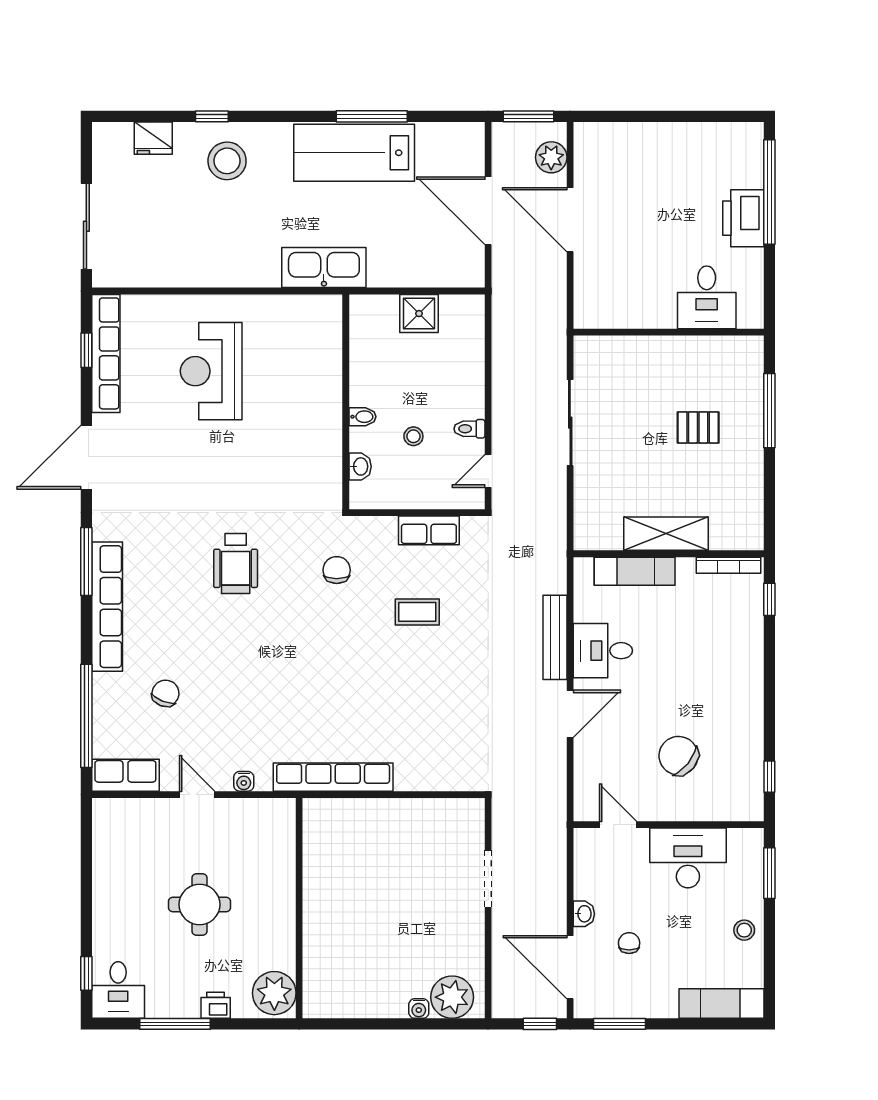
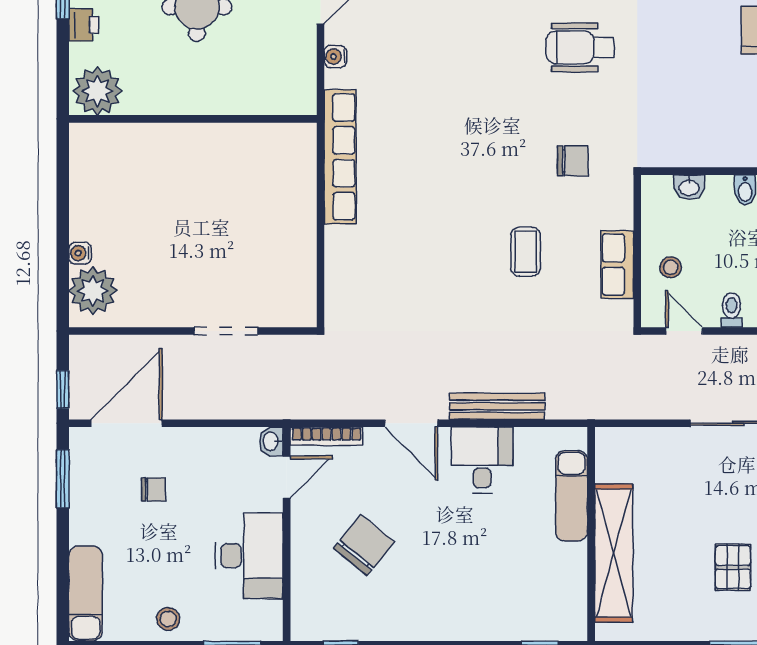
stool: (413, 436) -> (671, 267), moved
shelving: (666, 534) -> (614, 553), width x1.47
bookcase: (729, 565) -> (326, 436), moved, turned -90
washbasin: (584, 914) -> (271, 441), moved, turned 90

